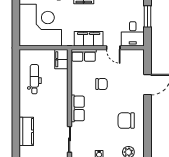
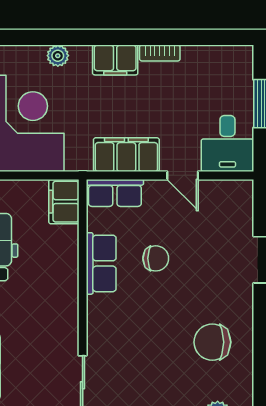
row of seats: (78, 108) -> (101, 263), moved

